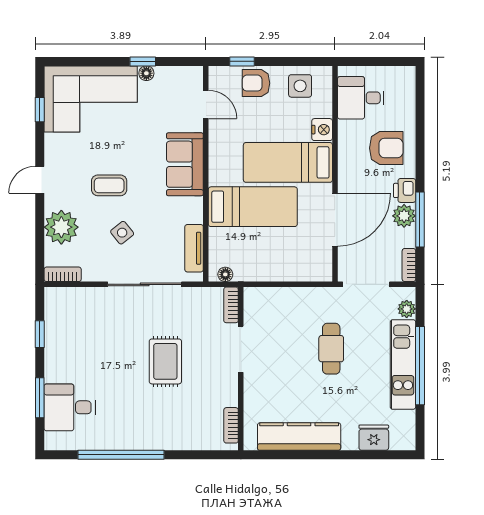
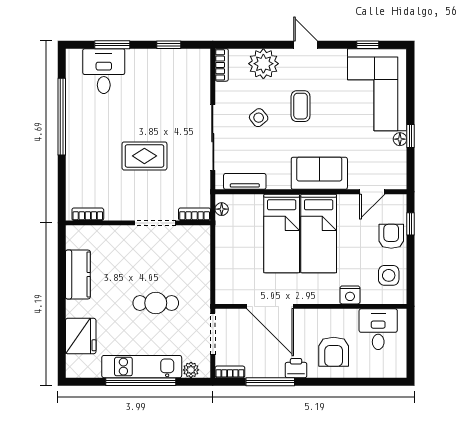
bed: (288, 162) -> (319, 234), moved, turned 180
plant: (404, 216) -> (274, 368), removed
kitchen counter: (299, 437) -> (78, 274), width x0.67
fridge: (374, 438) -> (81, 336), width x1.36, depth x1.34

